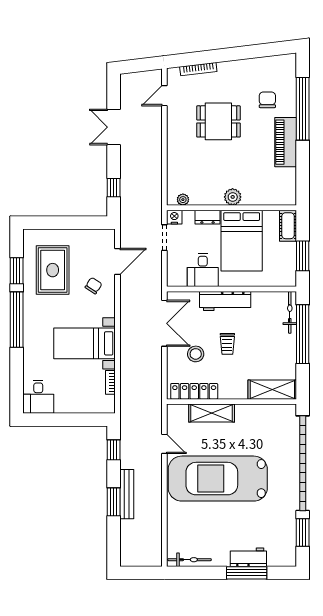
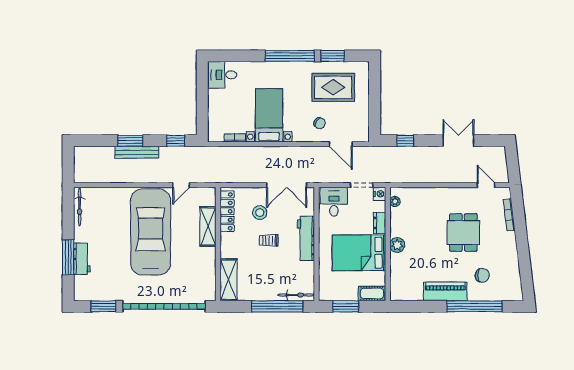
desk: (203, 270) -> (334, 202), moved, turned 90

